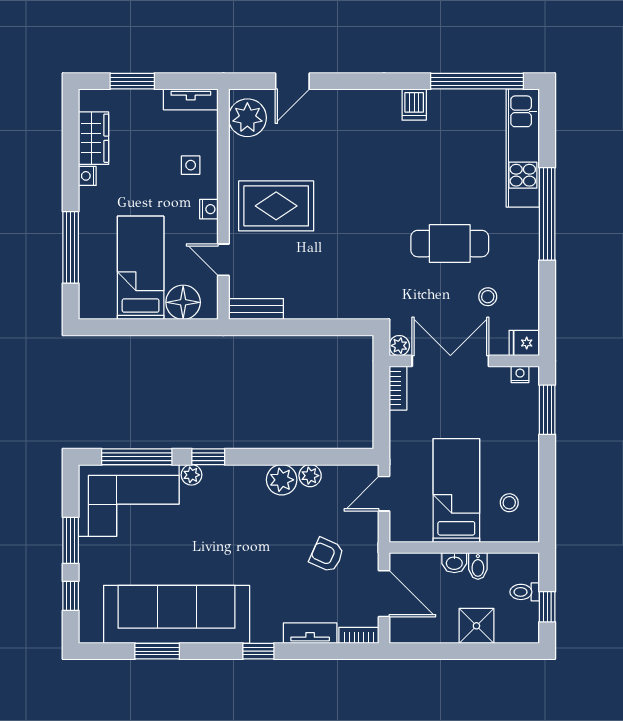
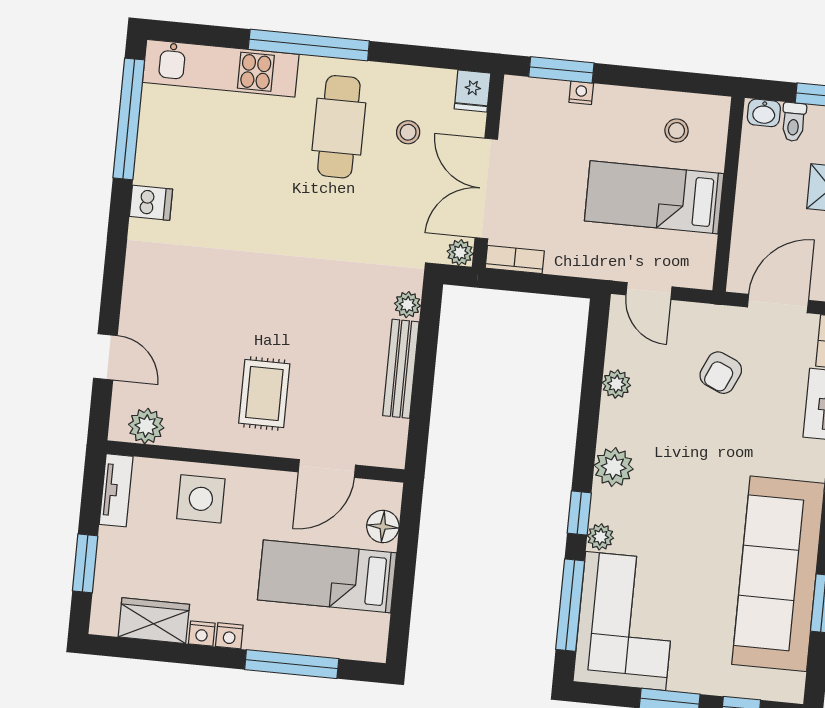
plant: (247, 118) -> (146, 426), width x0.73, depth x0.73
side table: (191, 165) -> (201, 499), width x1.87, depth x1.87
rug: (276, 206) -> (264, 394), width x0.73, depth x0.70
nightstand: (209, 209) -> (229, 636), moved, turned 180
cafe table: (450, 244) -> (339, 127), moved
door: (223, 260) -> (327, 469), width x1.37
floor lamp: (183, 302) -> (383, 526), width x0.73, depth x0.73
bench: (256, 309) -> (401, 369), moved, width x1.36
plant: (355, 309) -> (408, 305), added
nightstand: (520, 374) -> (581, 93), moved, turned 90
plant: (282, 480) -> (614, 467), moved
washbasin: (454, 563) -> (764, 113), moved, turned 90
bidet: (478, 566) -> (754, 179), removed

